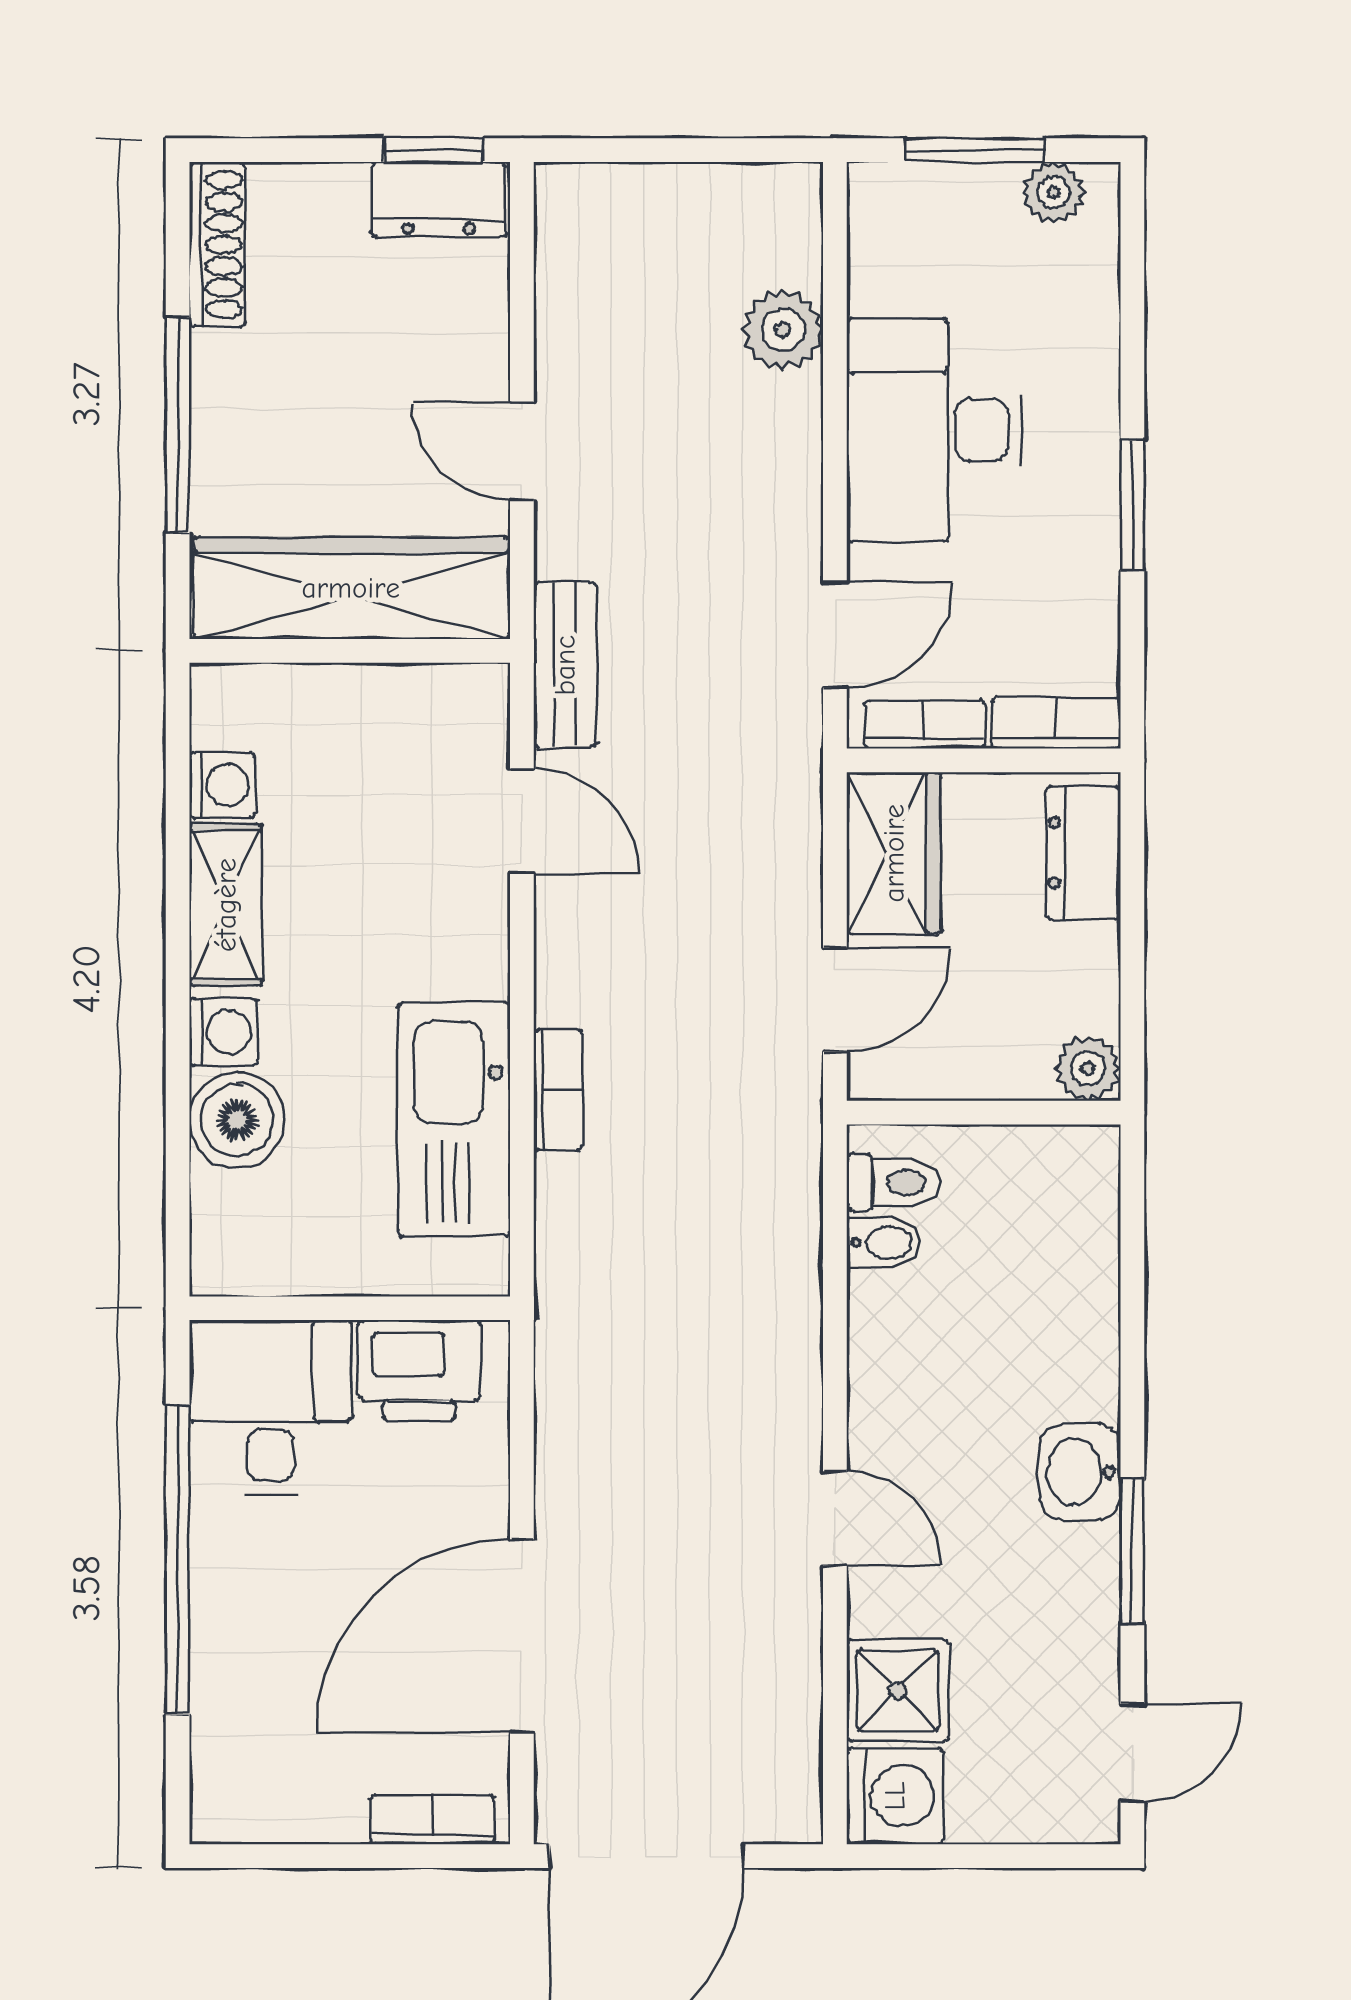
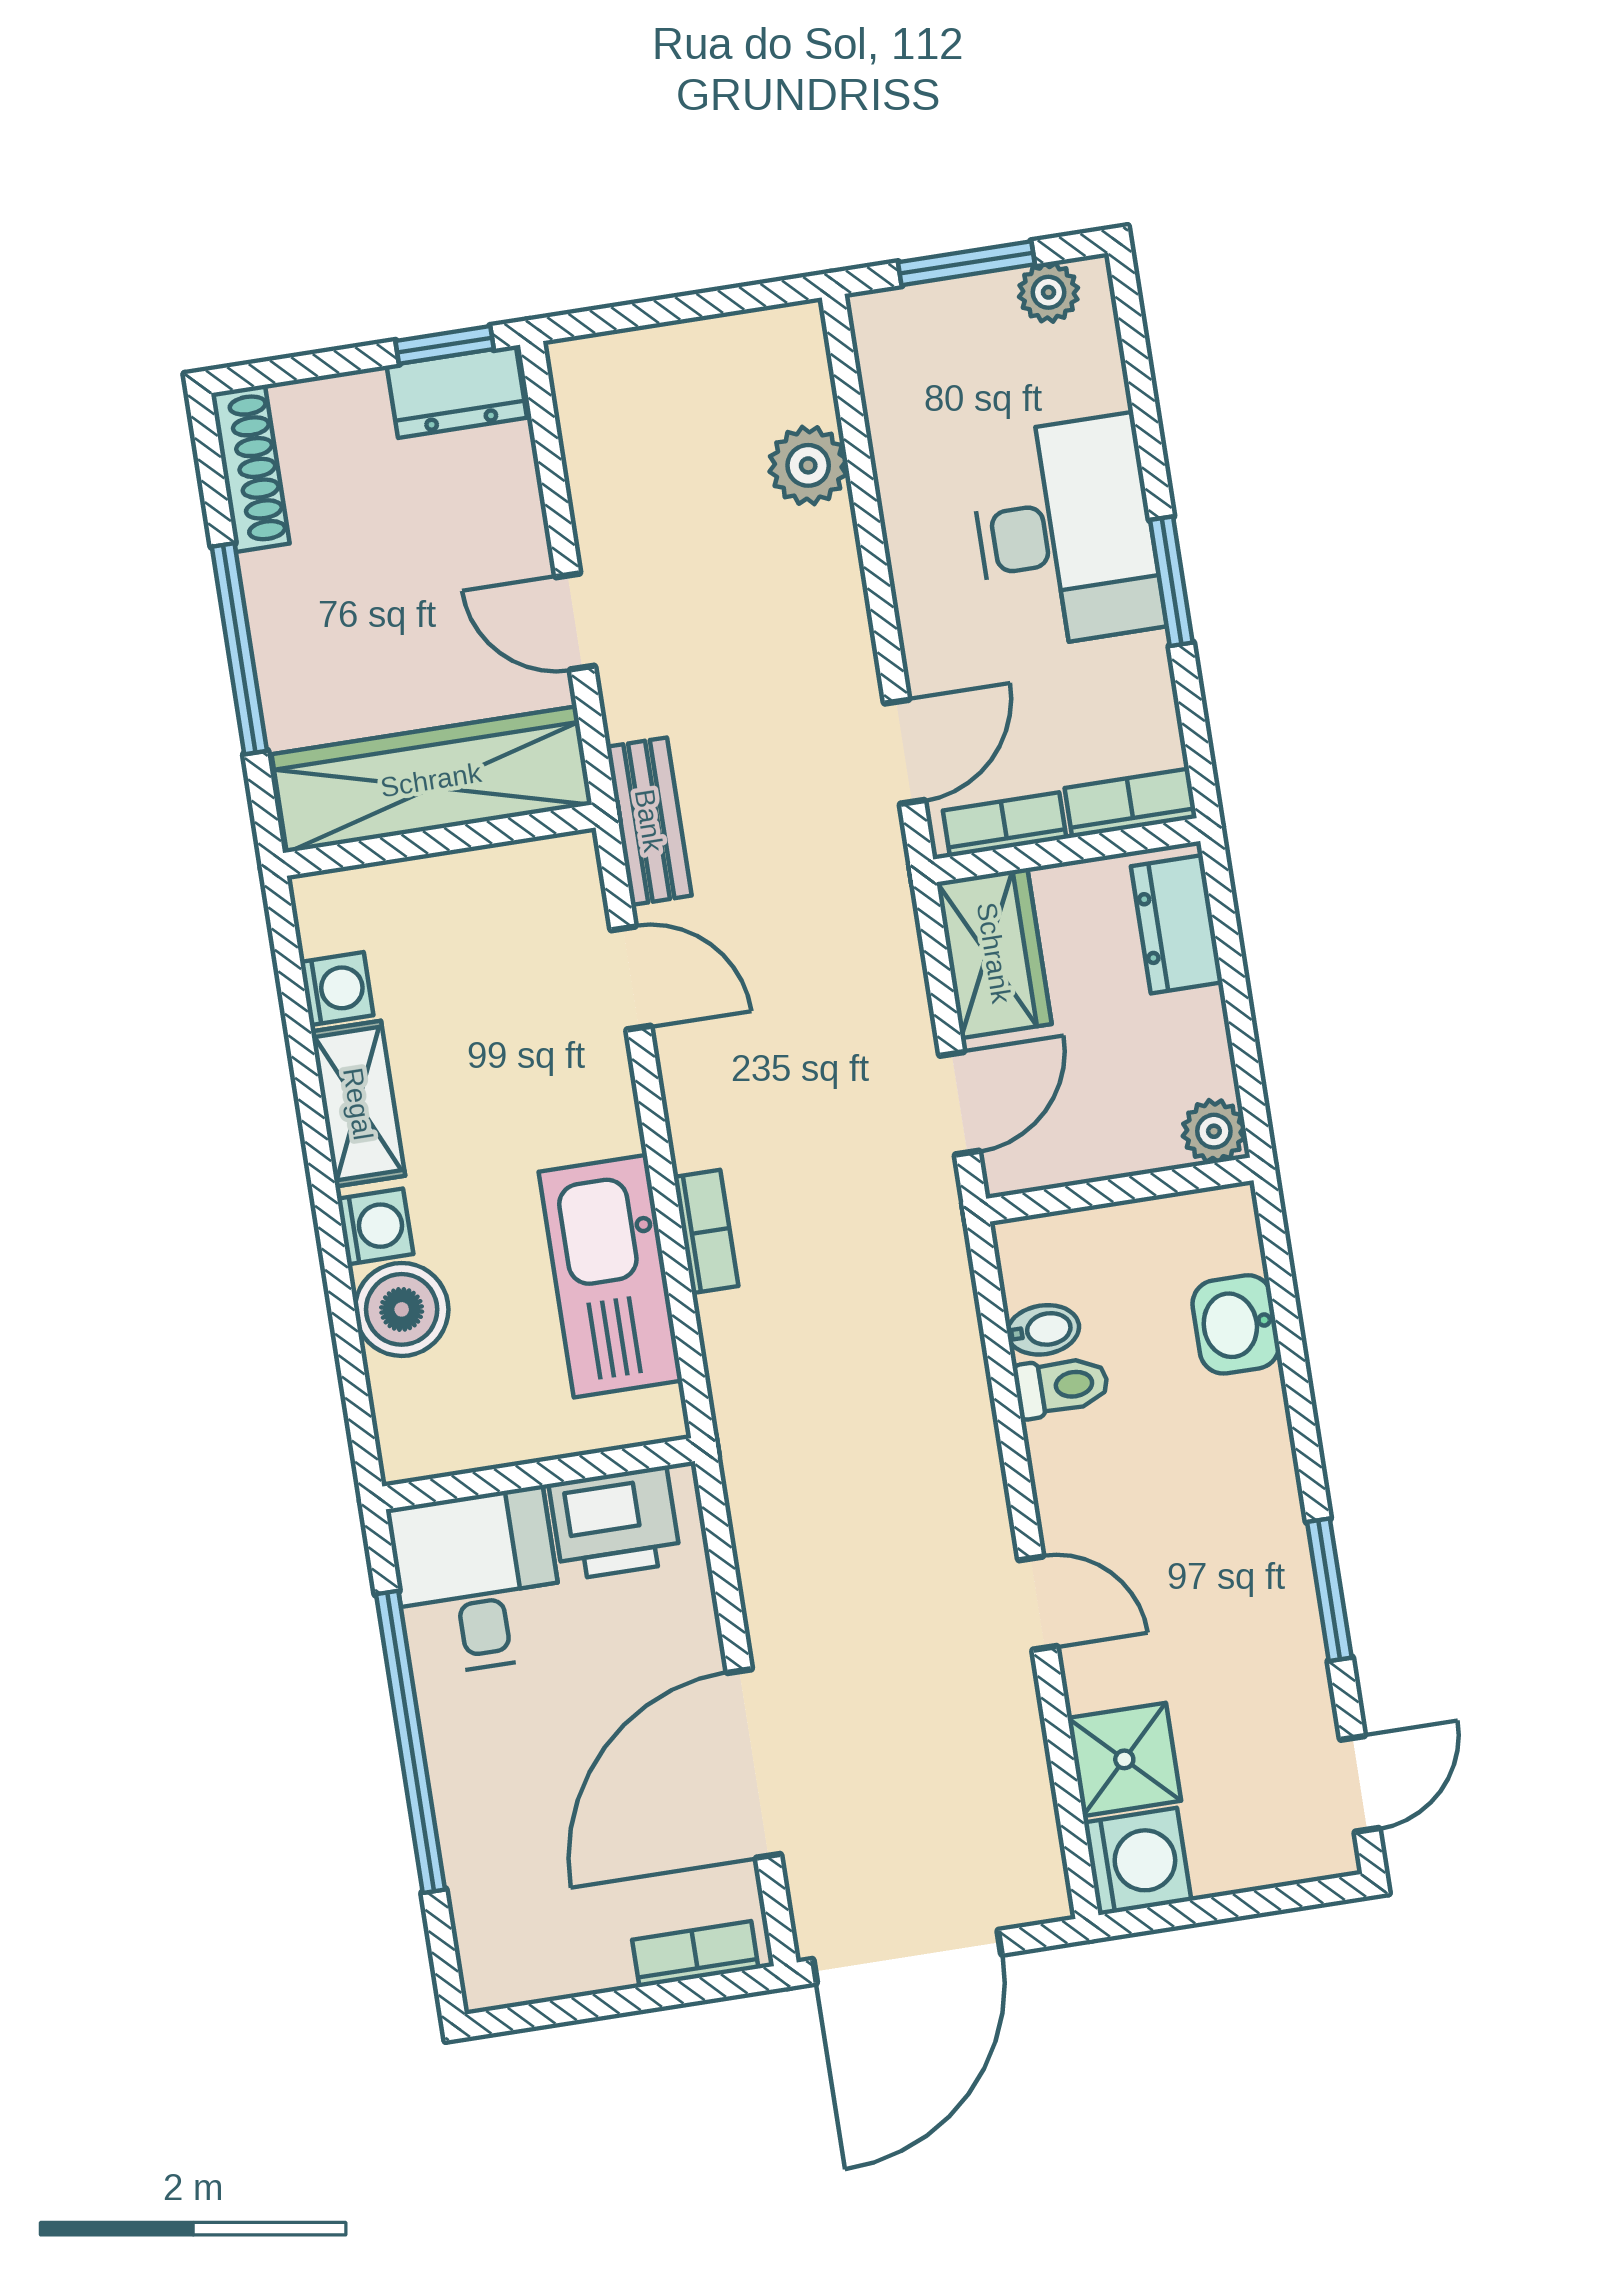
desk: (934, 431) -> (1066, 532), moved, turned 180
toilet: (893, 1183) -> (1061, 1386), moved
washbasin: (1080, 1472) -> (1236, 1324), moved

